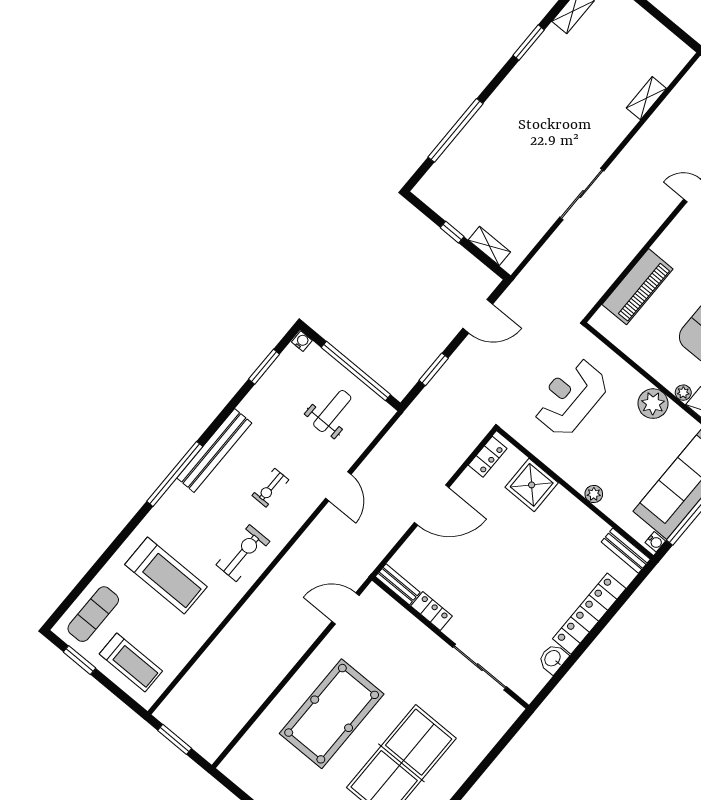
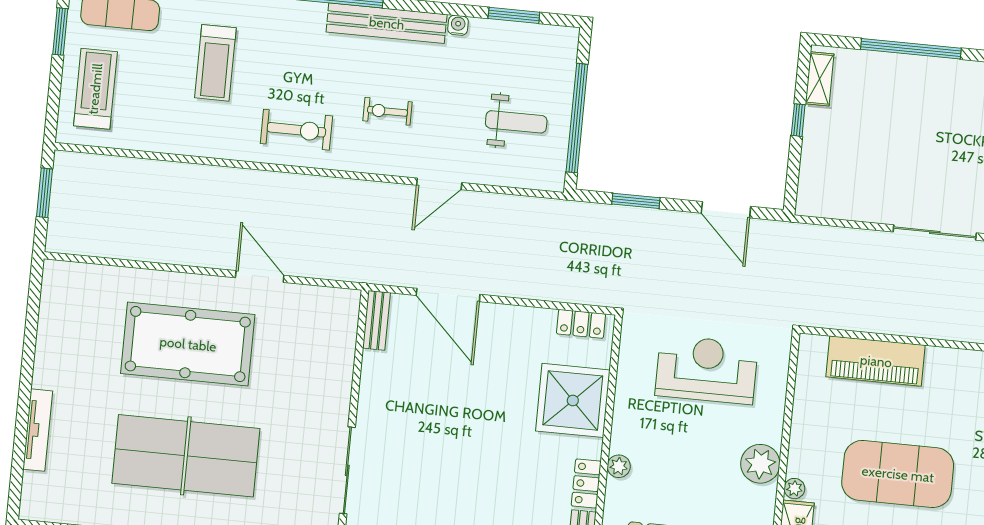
shelving: (489, 246) -> (820, 79), moved
water cooler: (302, 341) -> (458, 25), moved, turned -90
shower: (532, 485) -> (573, 400), width x1.37, depth x1.37
door: (432, 505) -> (448, 295), moved
treadmill: (166, 576) -> (215, 63), width x0.73, depth x0.73
door: (345, 608) -> (260, 276), moved
locker: (432, 611) -> (586, 484), moved, turned 180
treadmill: (131, 662) -> (95, 89), turned 180

